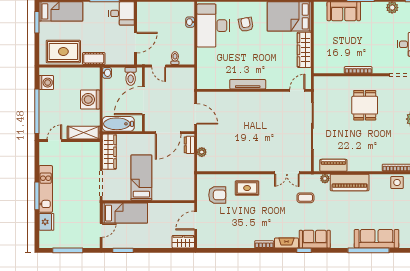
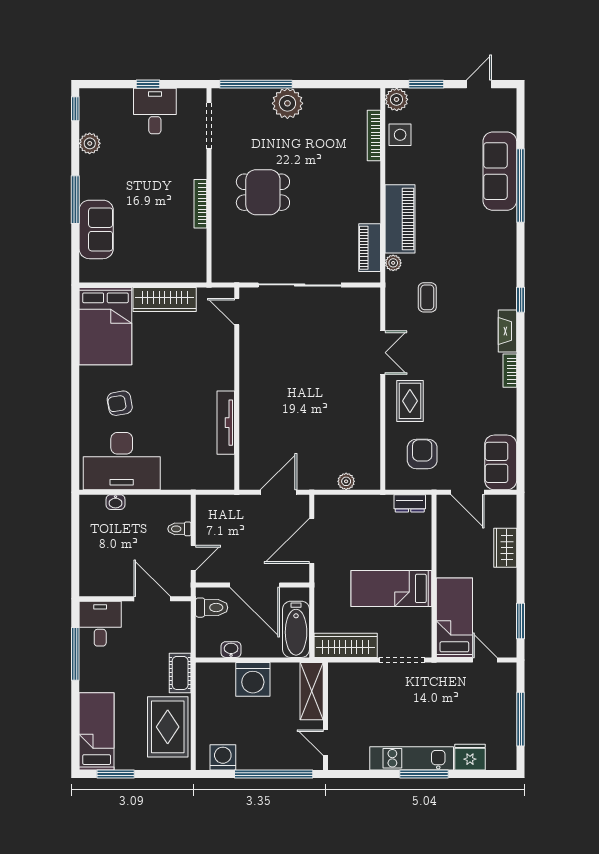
washbasin: (107, 73) -> (231, 650), moved
tv unit: (248, 84) -> (226, 423), moved
door: (168, 133) -> (312, 541), swing flipped
dresser: (189, 145) -> (410, 503), moved
double door: (287, 173) -> (383, 353), moved
sofa: (315, 239) -> (501, 462), moved
wardrobe: (183, 242) -> (505, 548), moved

